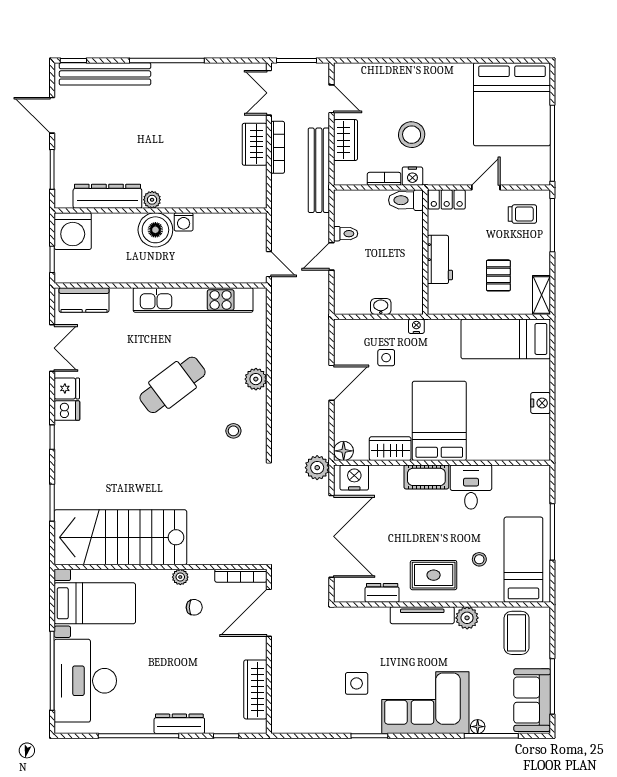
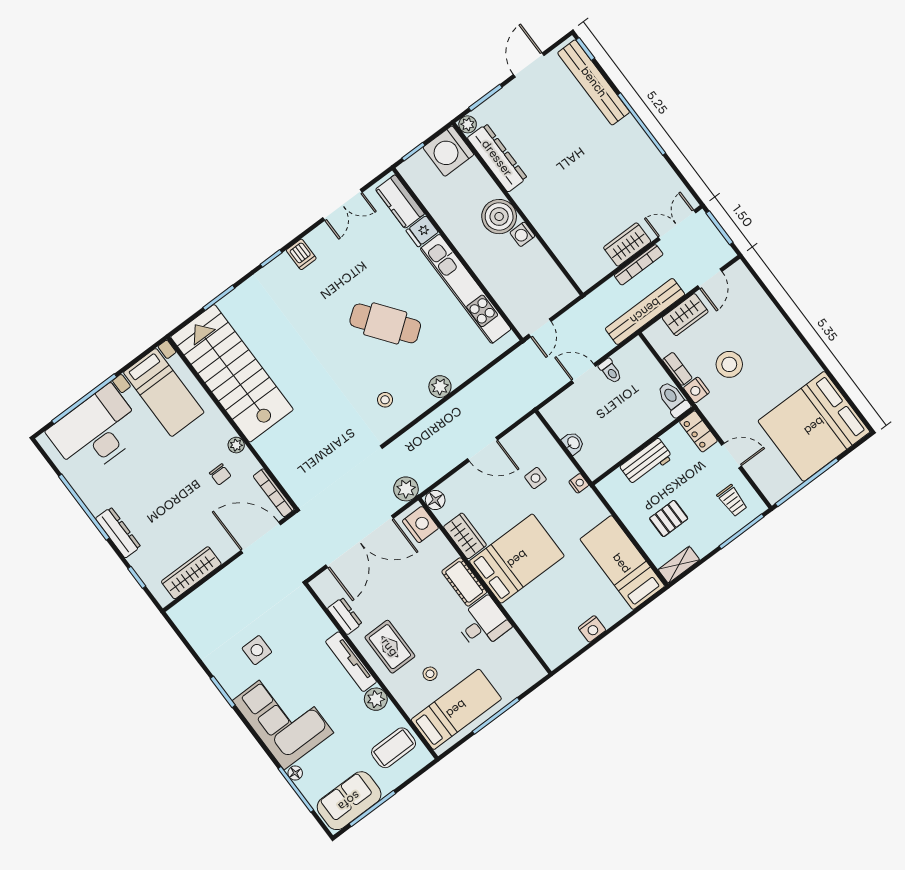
plant: (152, 200) -> (468, 124), moved
fridge: (67, 388) -> (422, 231), moved, turned 90

